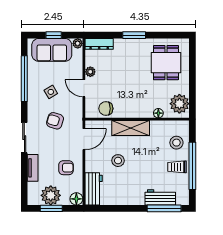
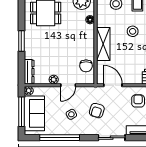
window: (54, 35) -> (21, 112), width x2.17
stool: (118, 161) -> (133, 31), moved

